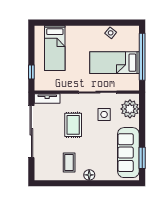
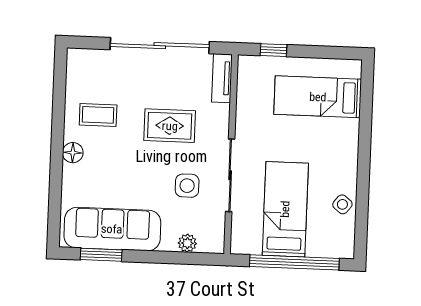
plant: (130, 109) -> (187, 243), width x0.53, depth x0.53

